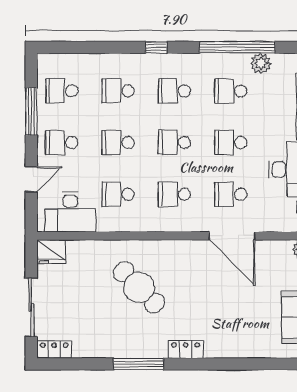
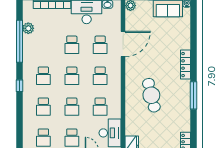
school desk: (231, 91) -> (43, 45), removed
cafe table: (139, 287) -> (151, 95), turned -59
locker: (186, 349) -> (185, 65), width x1.53

